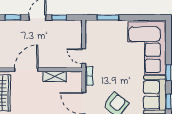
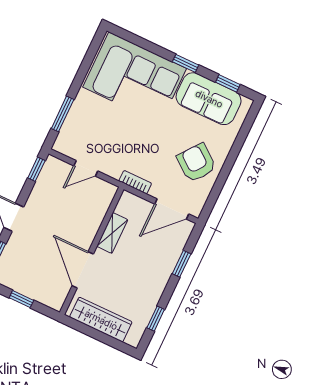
window: (59, 17) -> (36, 169), moved
door: (84, 56) -> (86, 168), moved

